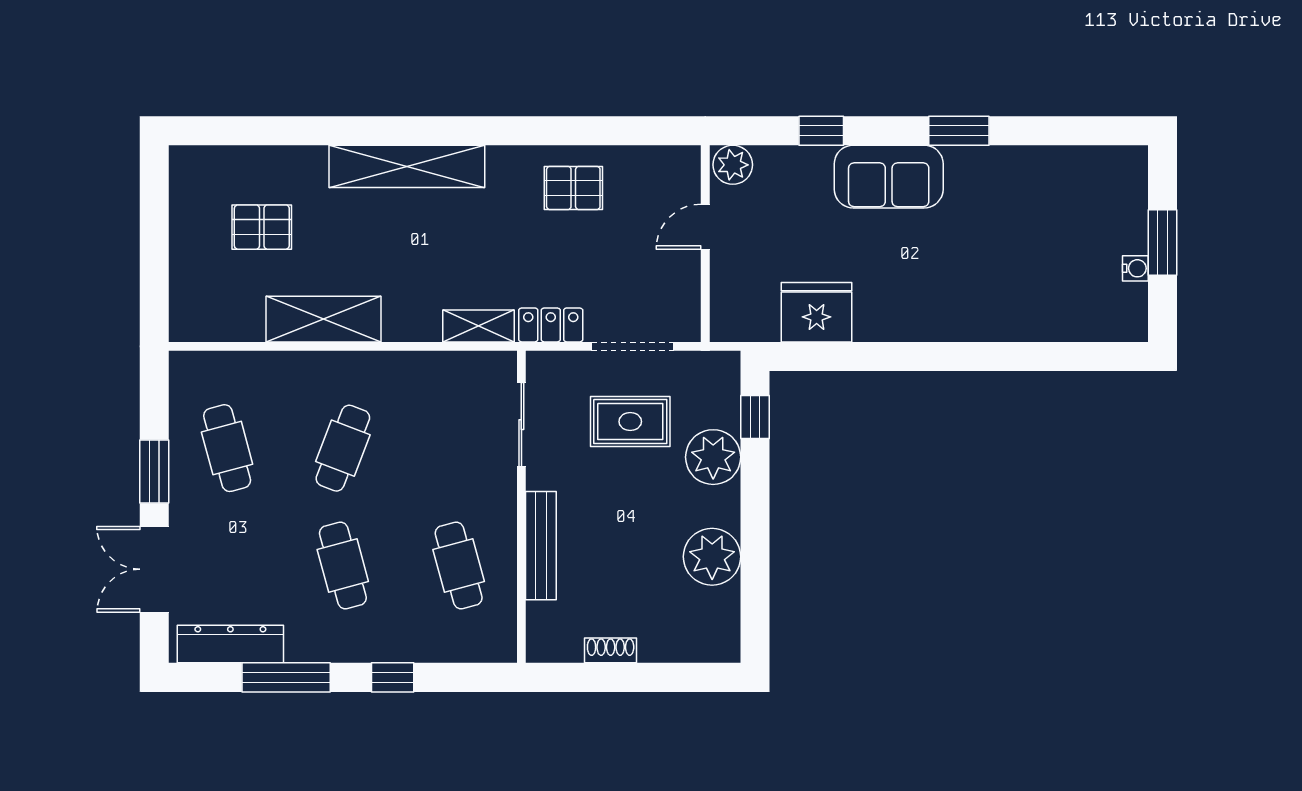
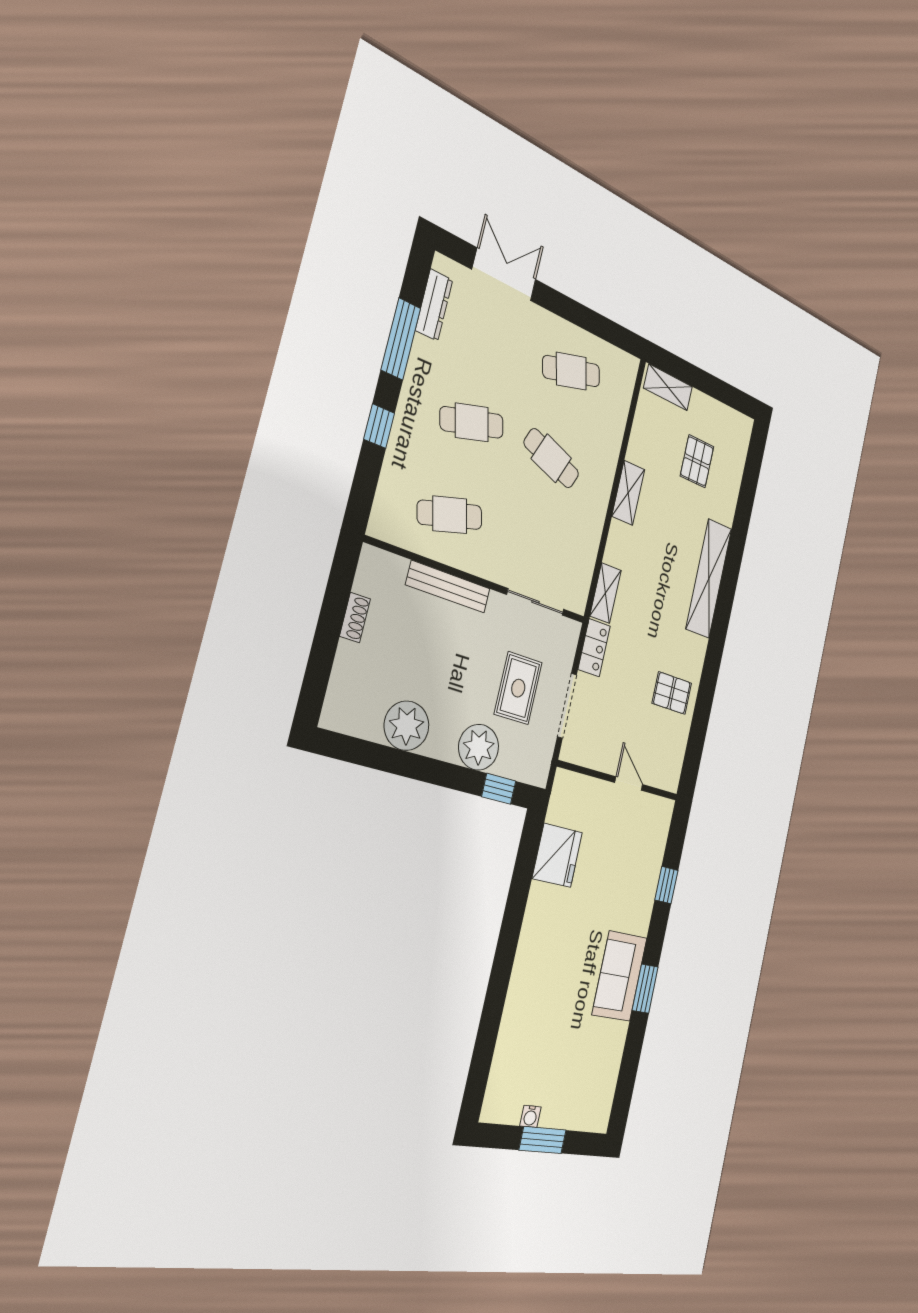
plant: (733, 165) -> (661, 814), removed
sofa: (889, 177) -> (620, 976), moved
pallet: (573, 188) -> (672, 693), turned 90
shelving: (186, 299) -> (668, 387), added
shelving: (323, 319) -> (628, 493), width x0.67, depth x0.75
window: (154, 472) -> (569, 309), removed
dresser: (230, 644) -> (434, 305), width x0.73, depth x0.80

